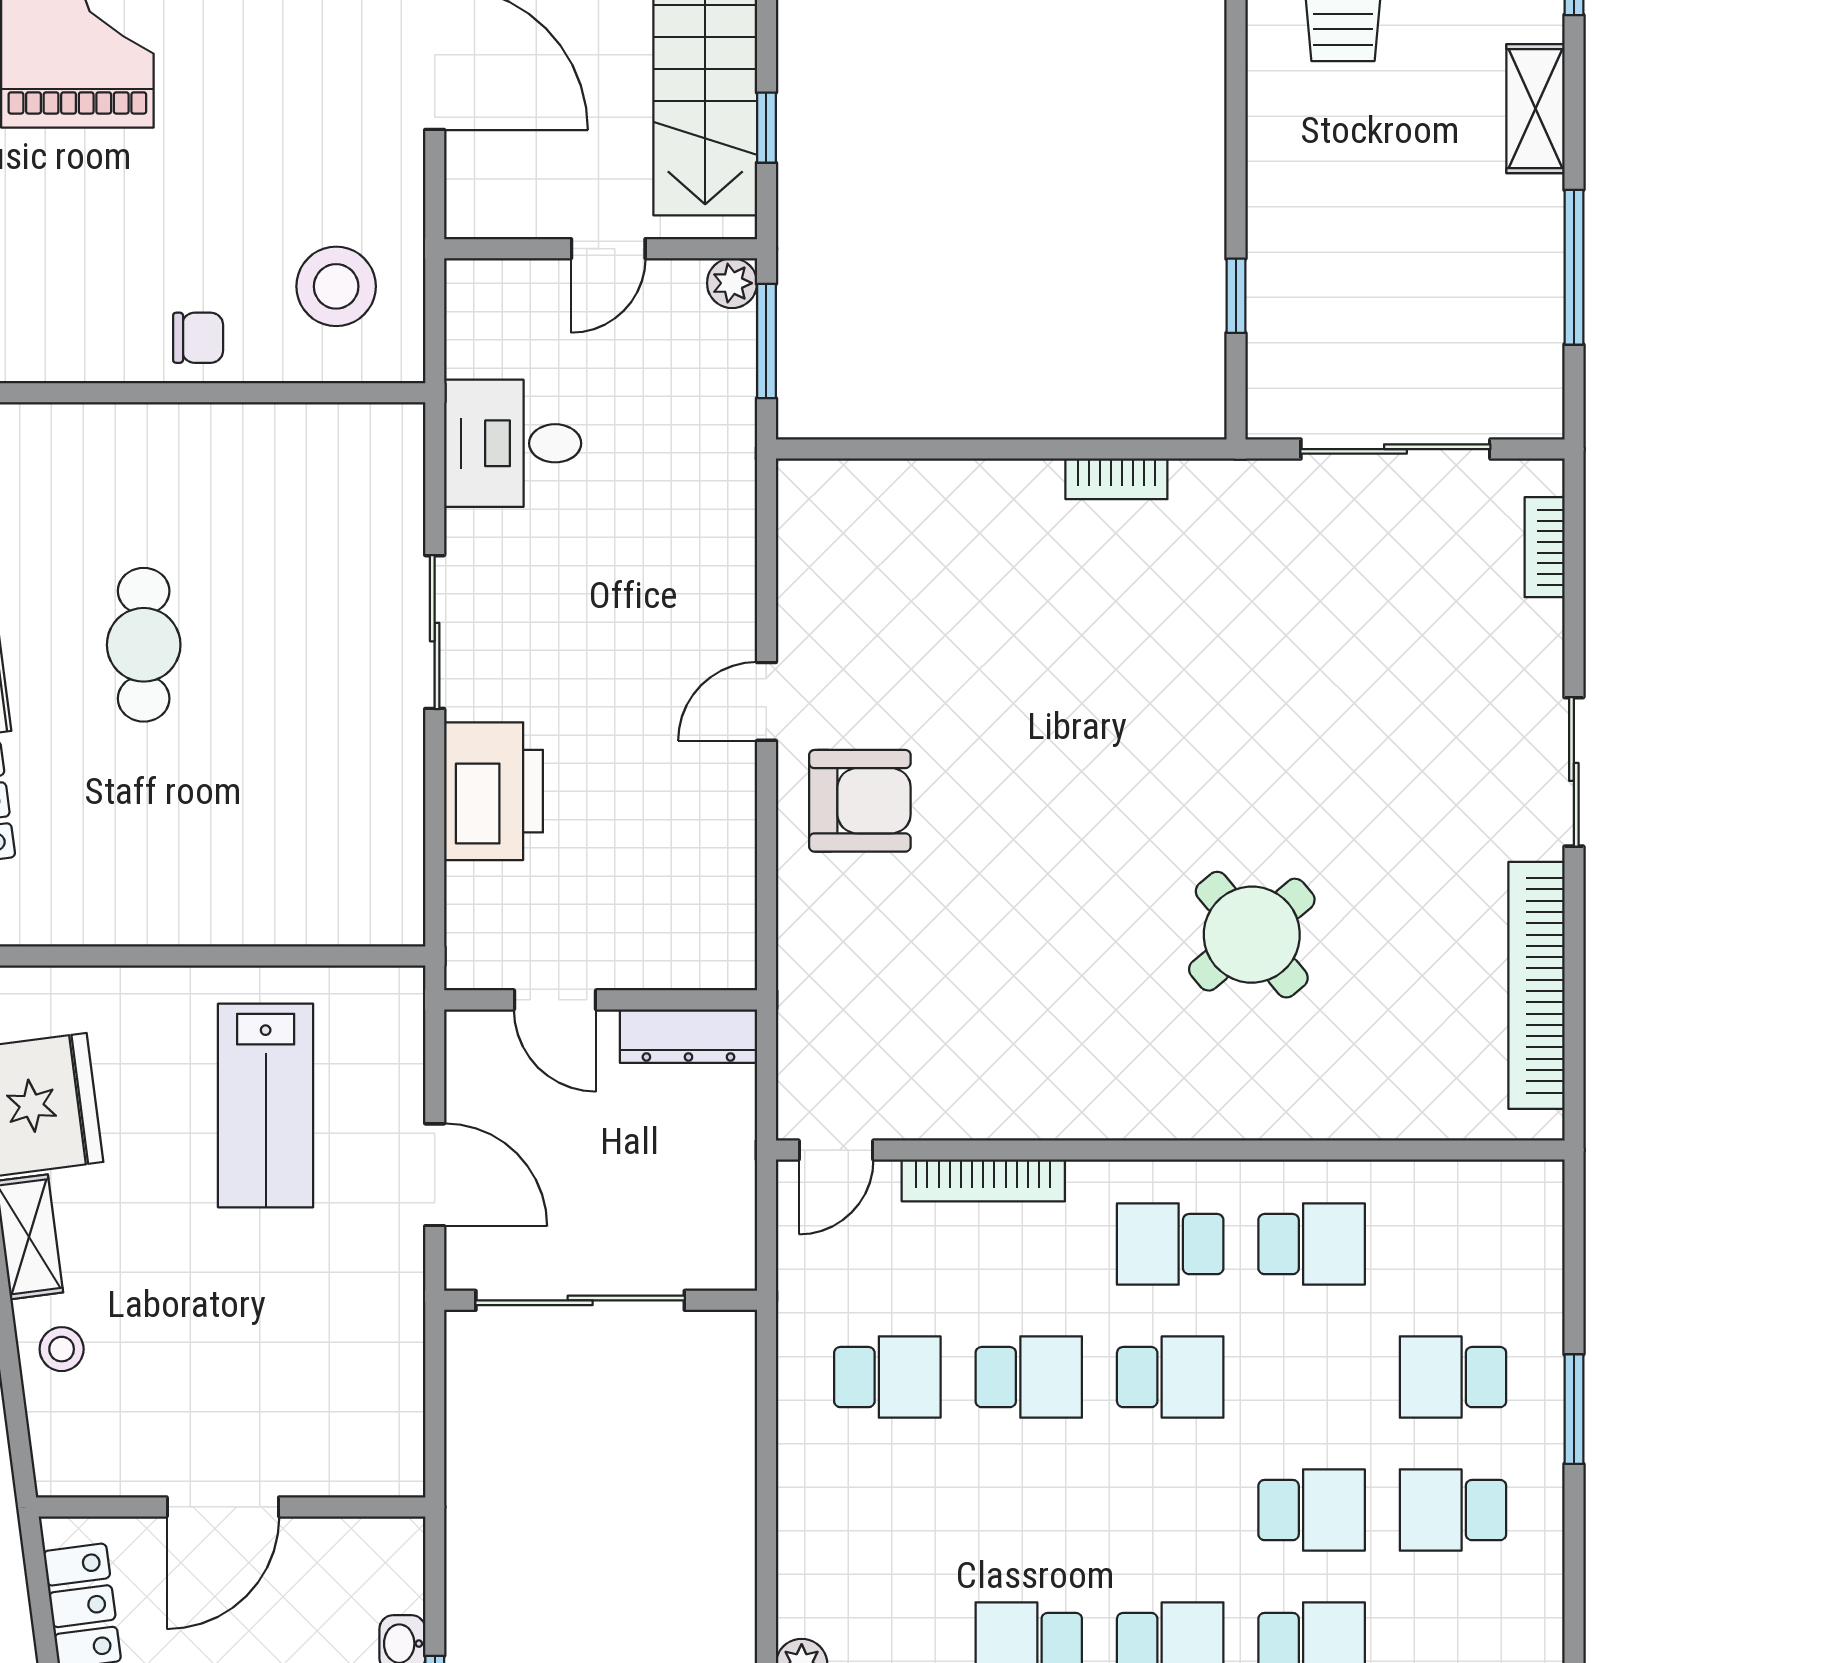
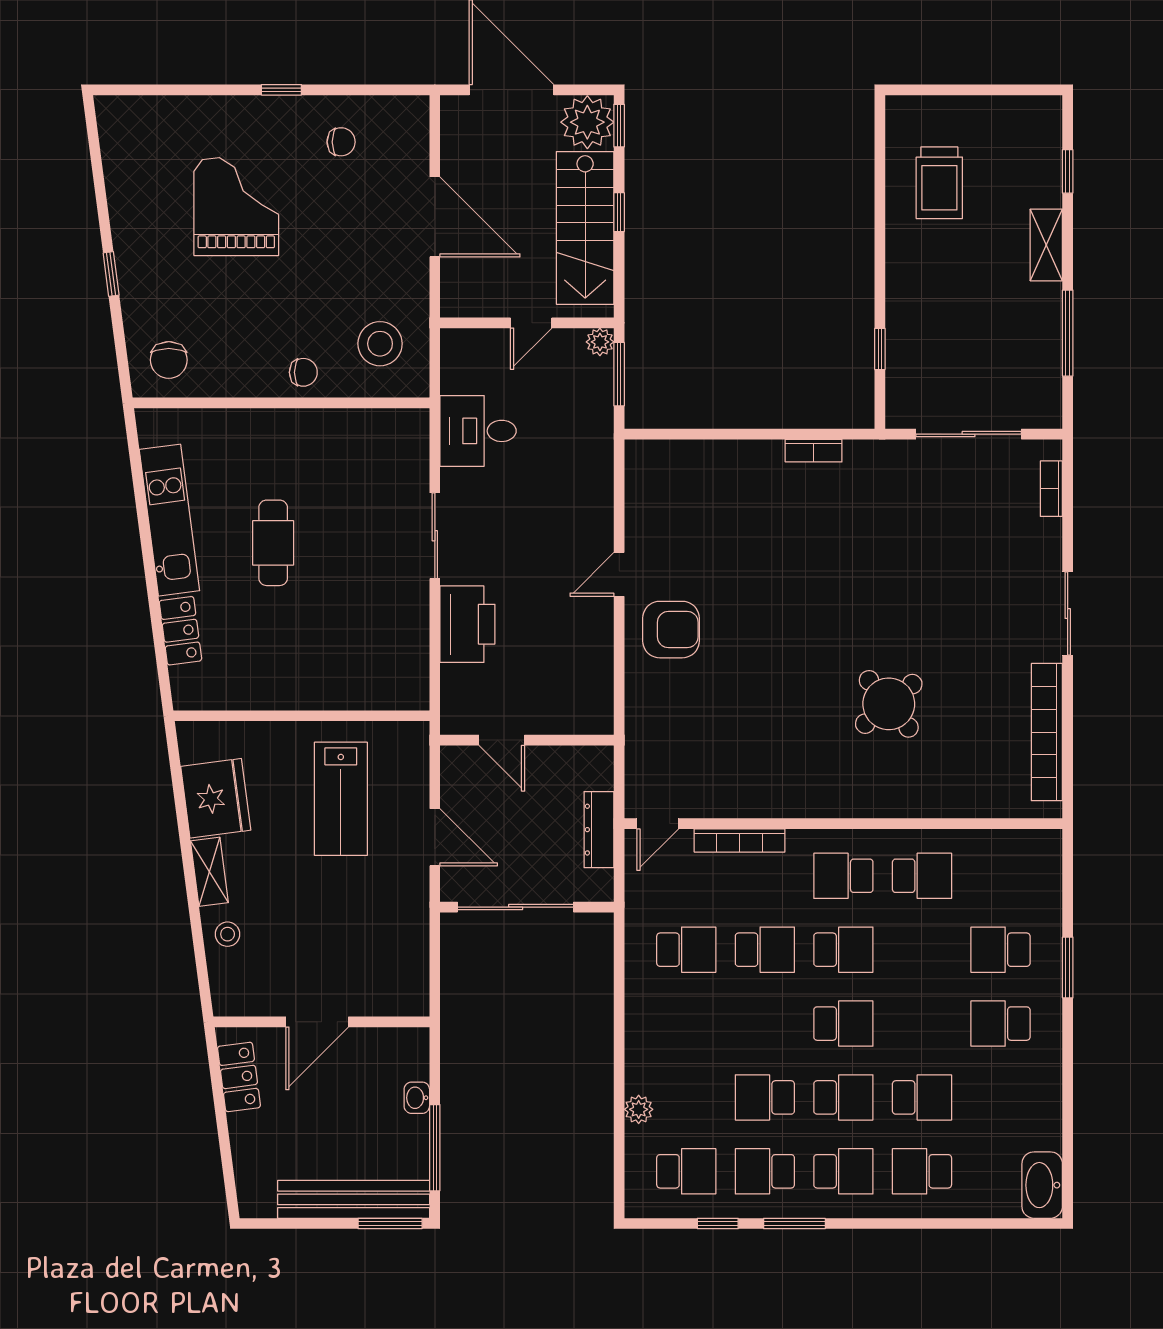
window: (766, 128) -> (619, 212), moved
dresser: (688, 1036) -> (599, 830), moved, turned 90
school desk: (1312, 1510) -> (843, 1024), moved

